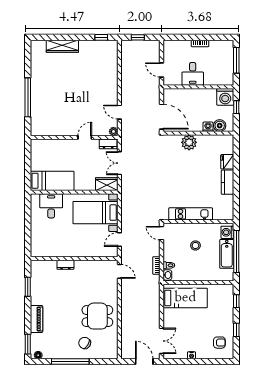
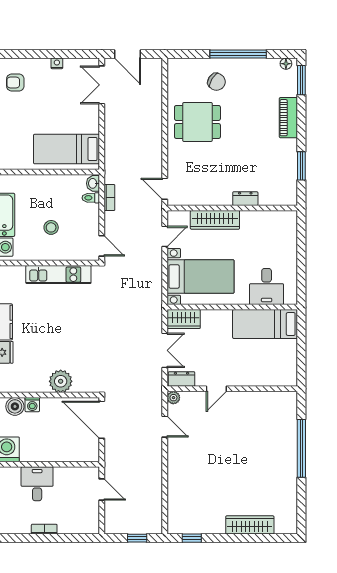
desk: (193, 74) -> (37, 484), moved
wardrobe: (86, 251) -> (215, 220), added

